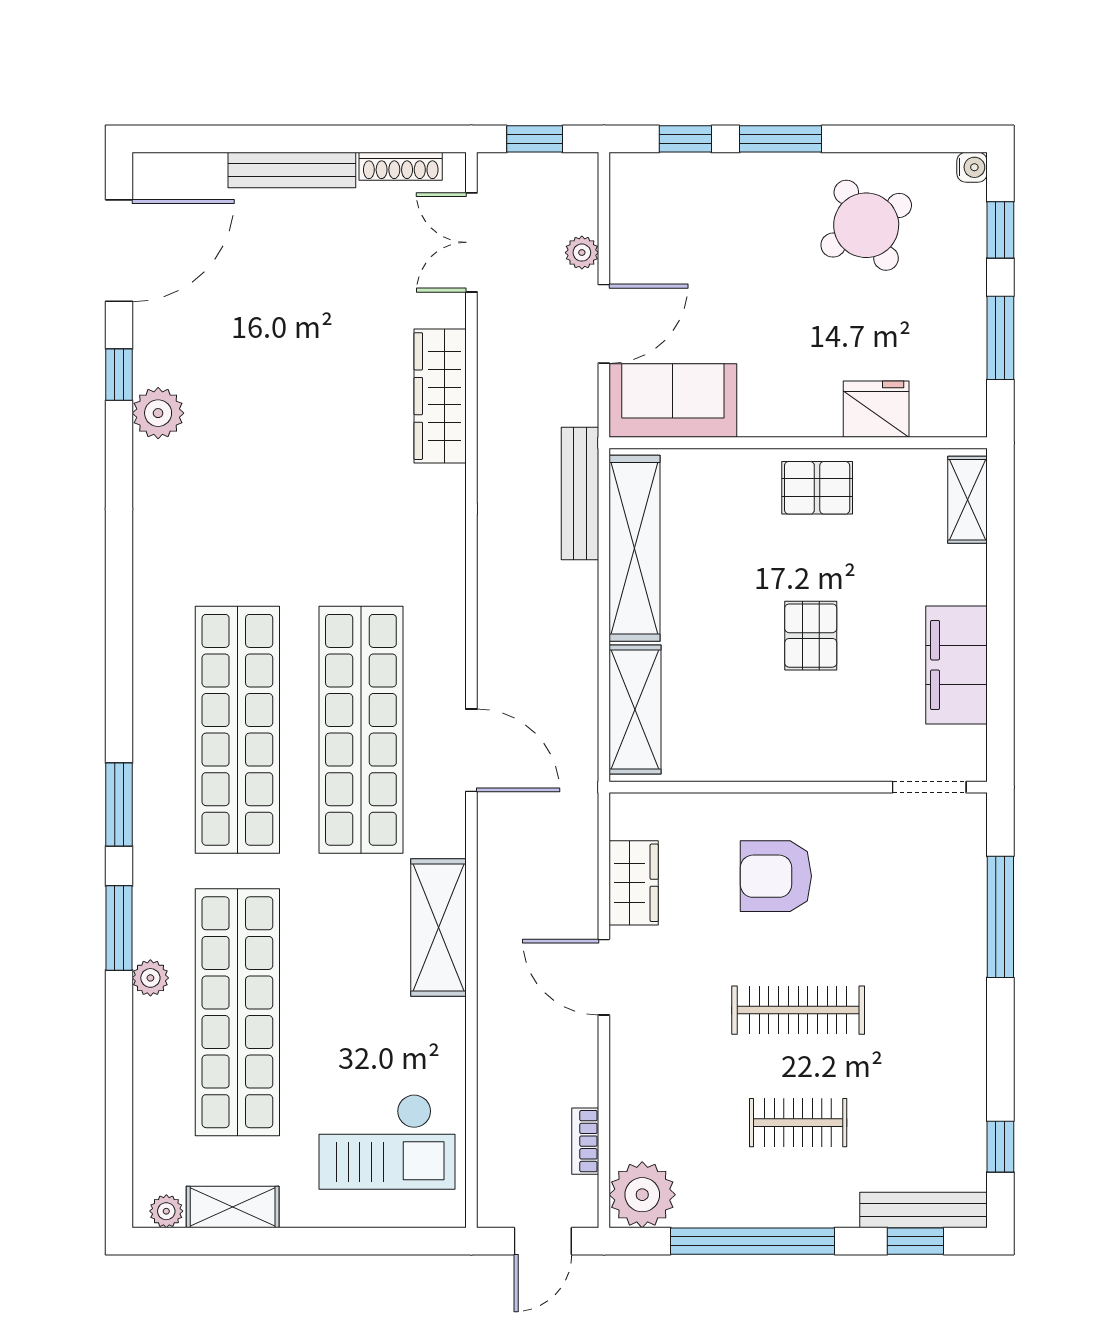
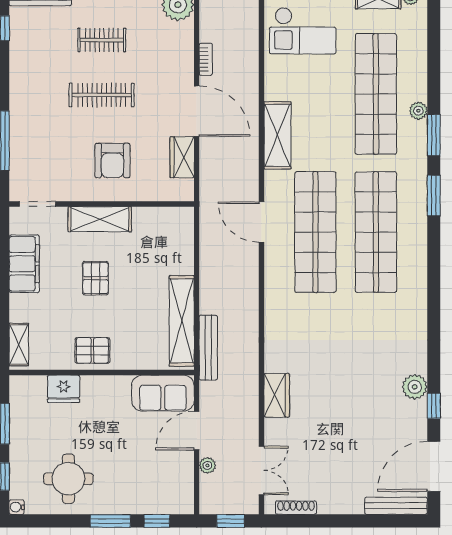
bench: (292, 170) -> (396, 506), moved
round table: (866, 225) -> (68, 479), turned 31
wardrobe: (440, 396) -> (277, 395), width x0.67
shelving: (635, 709) -> (100, 219), moved, turned 90
armchair: (776, 876) -> (112, 160), turned 90
door: (604, 977) -> (197, 111), width x1.36
bookcase: (585, 1141) -> (206, 59), moved
checkout: (387, 1142) -> (303, 31), turned 180

